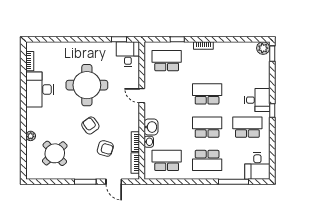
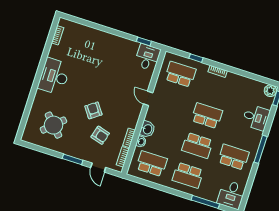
round table: (87, 85) -> (102, 73), removed
desk: (40, 89) -> (54, 76), moved
desk: (257, 100) -> (256, 118), moved
window: (272, 111) -> (261, 149), width x2.17
school desk: (207, 127) -> (197, 145), turned 180
plant: (31, 136) -> (37, 103), removed

